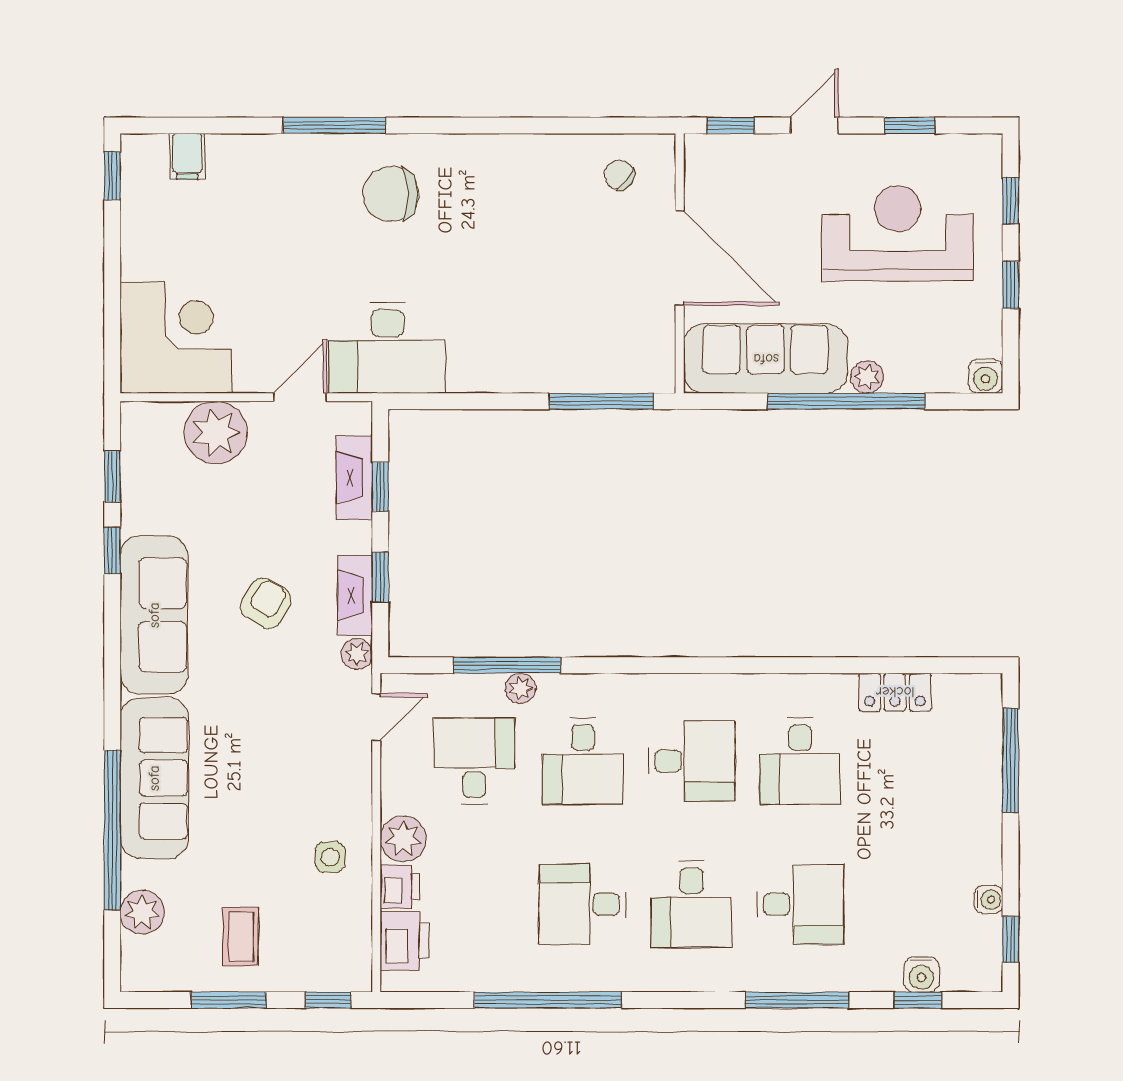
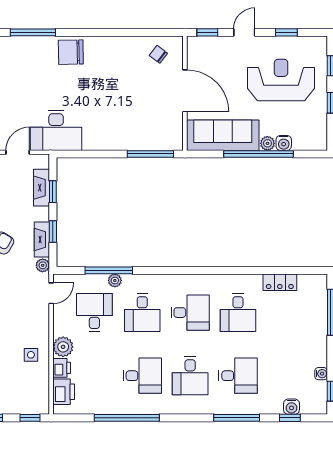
chair: (391, 194) -> (71, 52), moved
water cooler: (985, 376) -> (284, 143), moved
desk: (583, 904) -> (142, 376), turned 180

